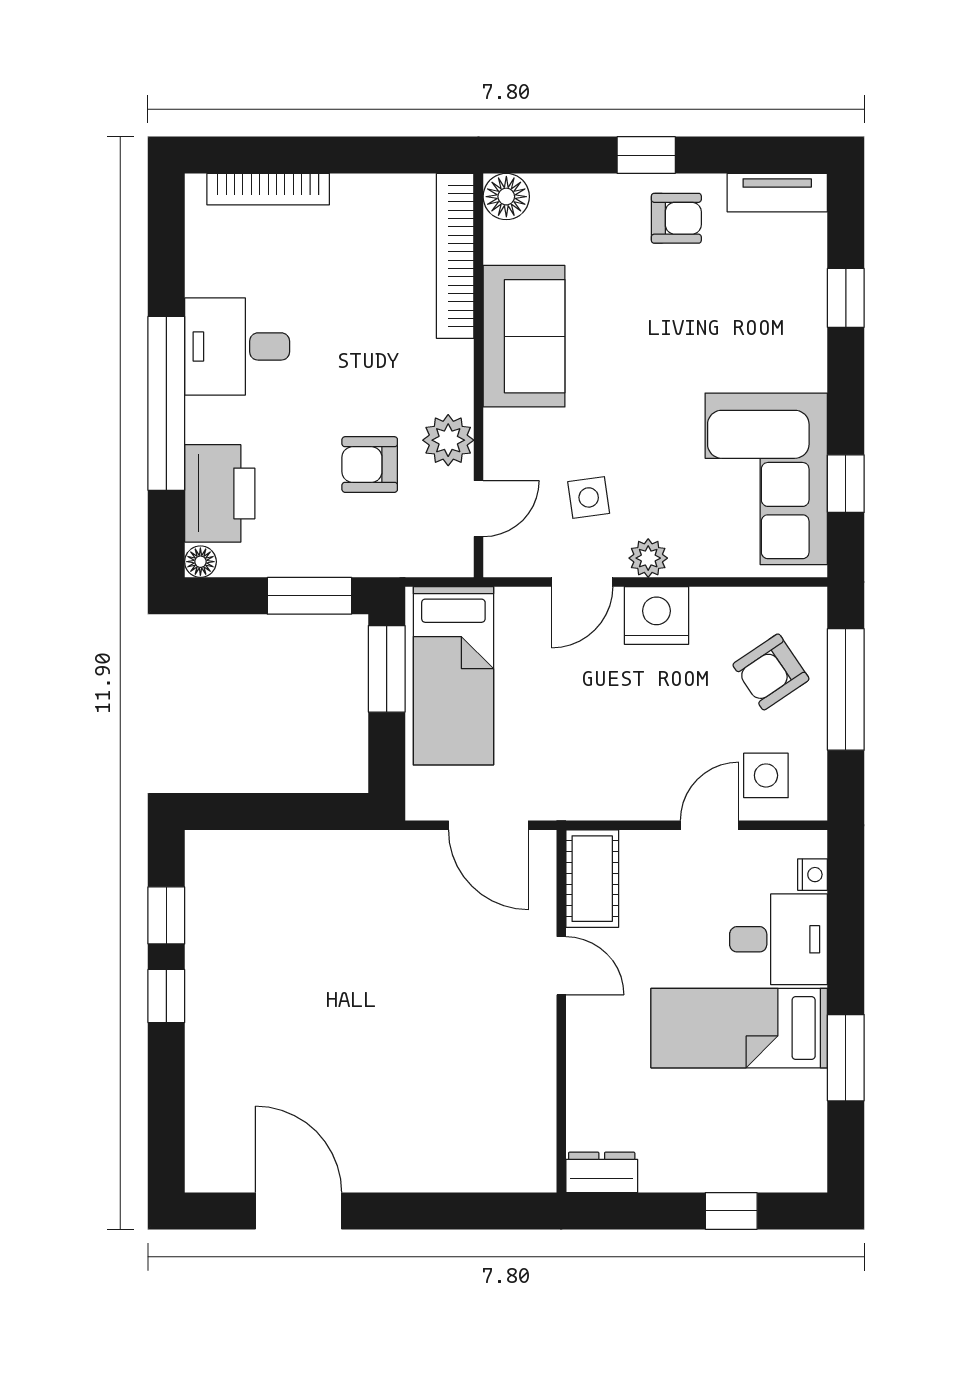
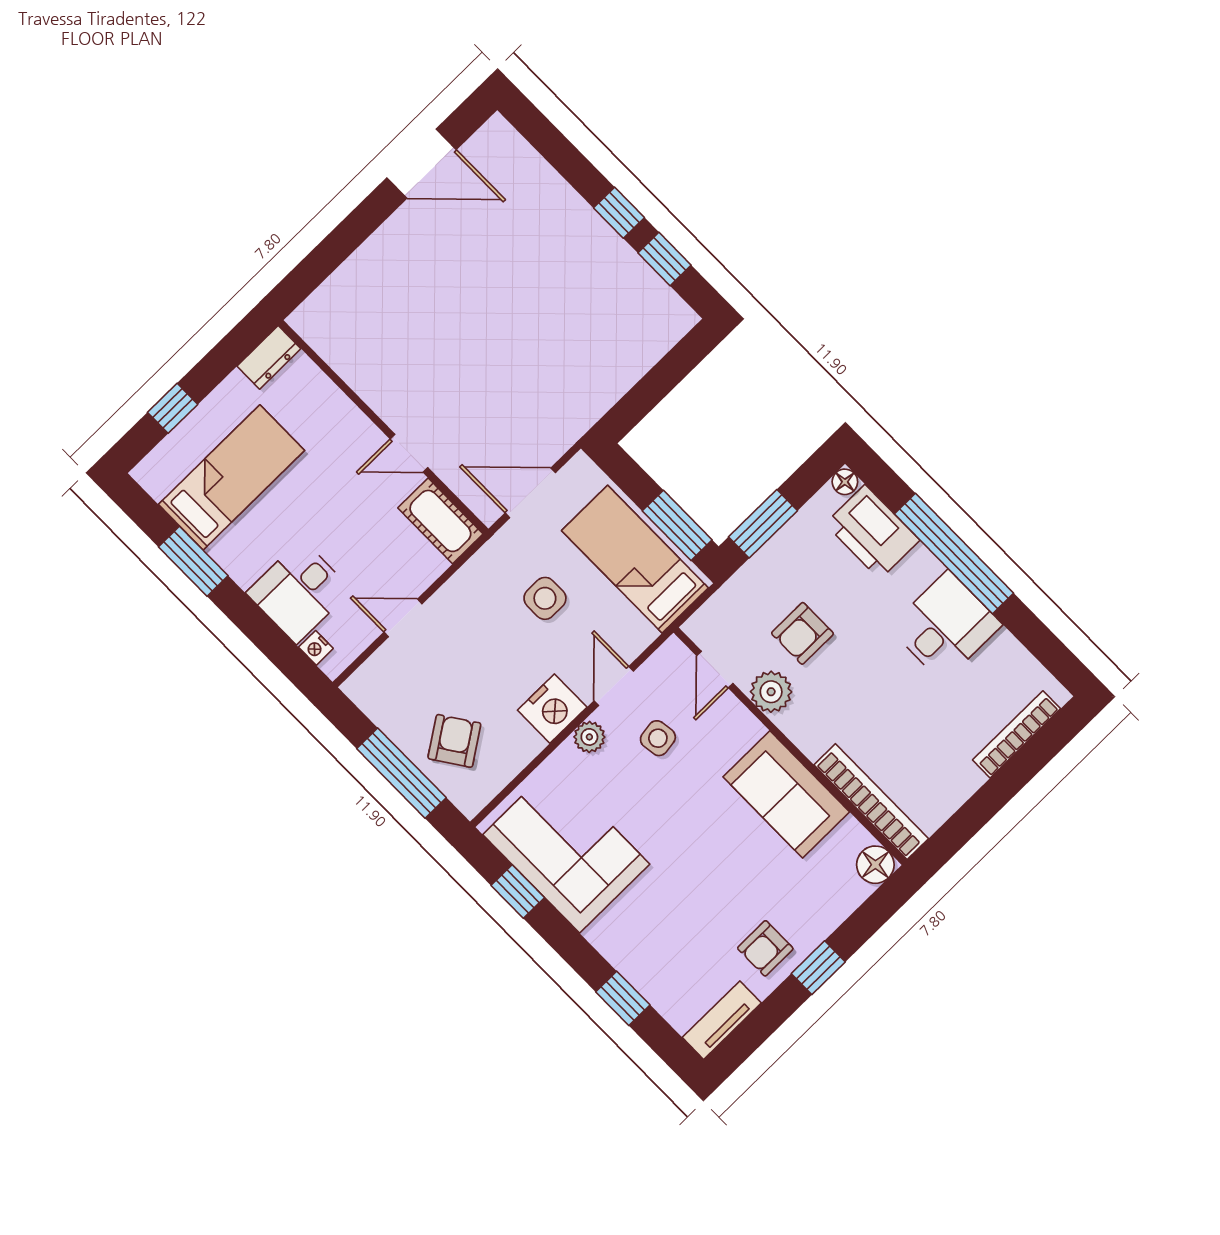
armchair: (370, 465) -> (802, 633), turned 180
side table: (766, 775) -> (545, 598), moved
door: (710, 825) -> (403, 618), swing flipped
bed: (739, 1028) -> (231, 477), moved

